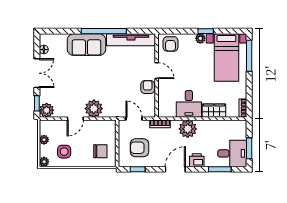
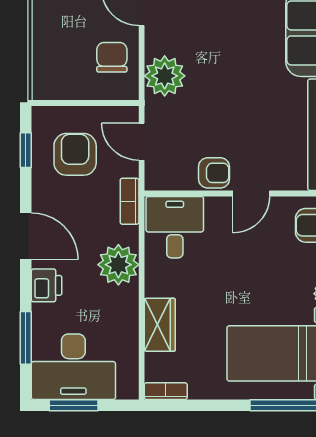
desk: (189, 104) -> (175, 227), moved, turned 90
plant: (94, 109) -> (165, 76), moved
door: (134, 119) -> (142, 142), swing flipped
chair: (100, 151) -> (112, 57), moved, turned 180
desk: (232, 153) -> (73, 367), width x1.37

